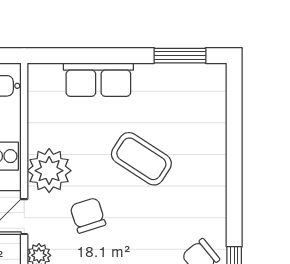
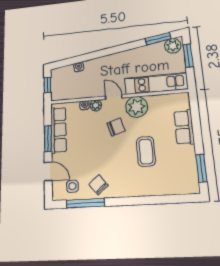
coffee table: (141, 159) -> (146, 151), turned -33

